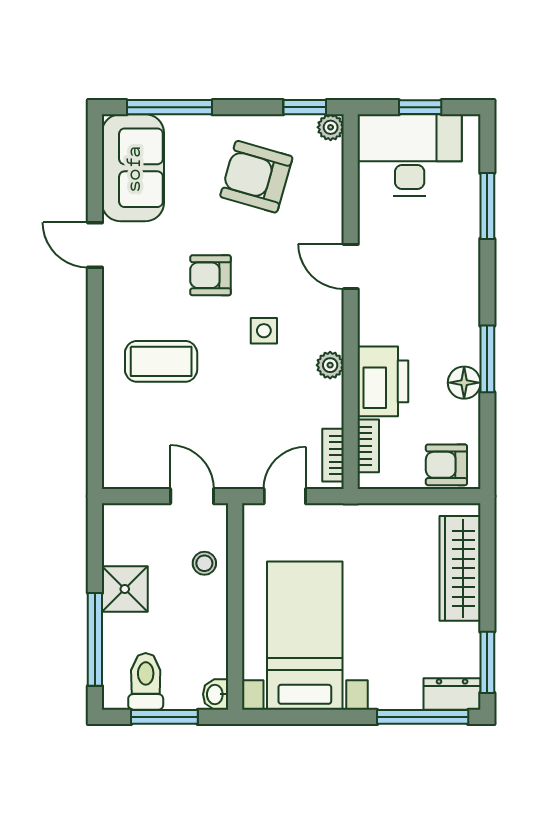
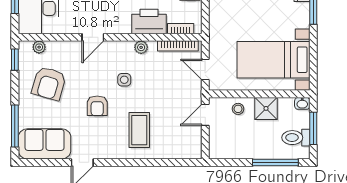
plant: (331, 127) -> (39, 47), moved
bookcase: (333, 455) -> (178, 46), width x1.56
shower: (125, 589) -> (266, 108), moved

